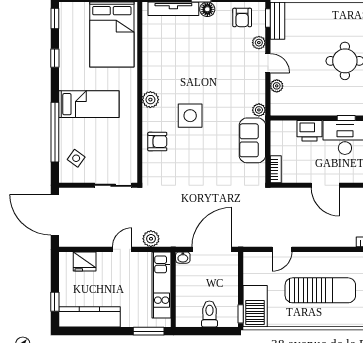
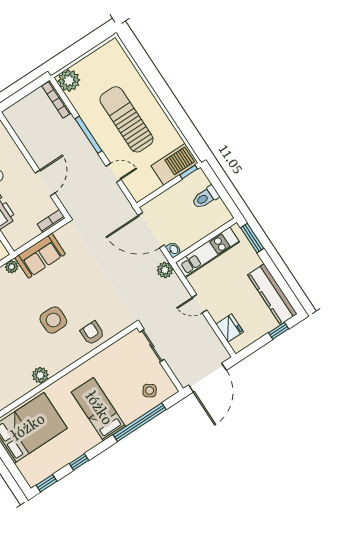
plant: (150, 100) -> (40, 375), moved
door: (325, 185) -> (45, 183), moved
plant: (151, 239) -> (165, 270), moved
window: (328, 249) -> (89, 135), added

